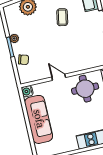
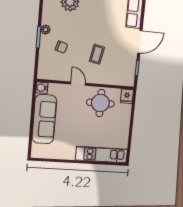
coffee table: (62, 17) -> (97, 54), moved
chair: (23, 60) -> (61, 47), moved

